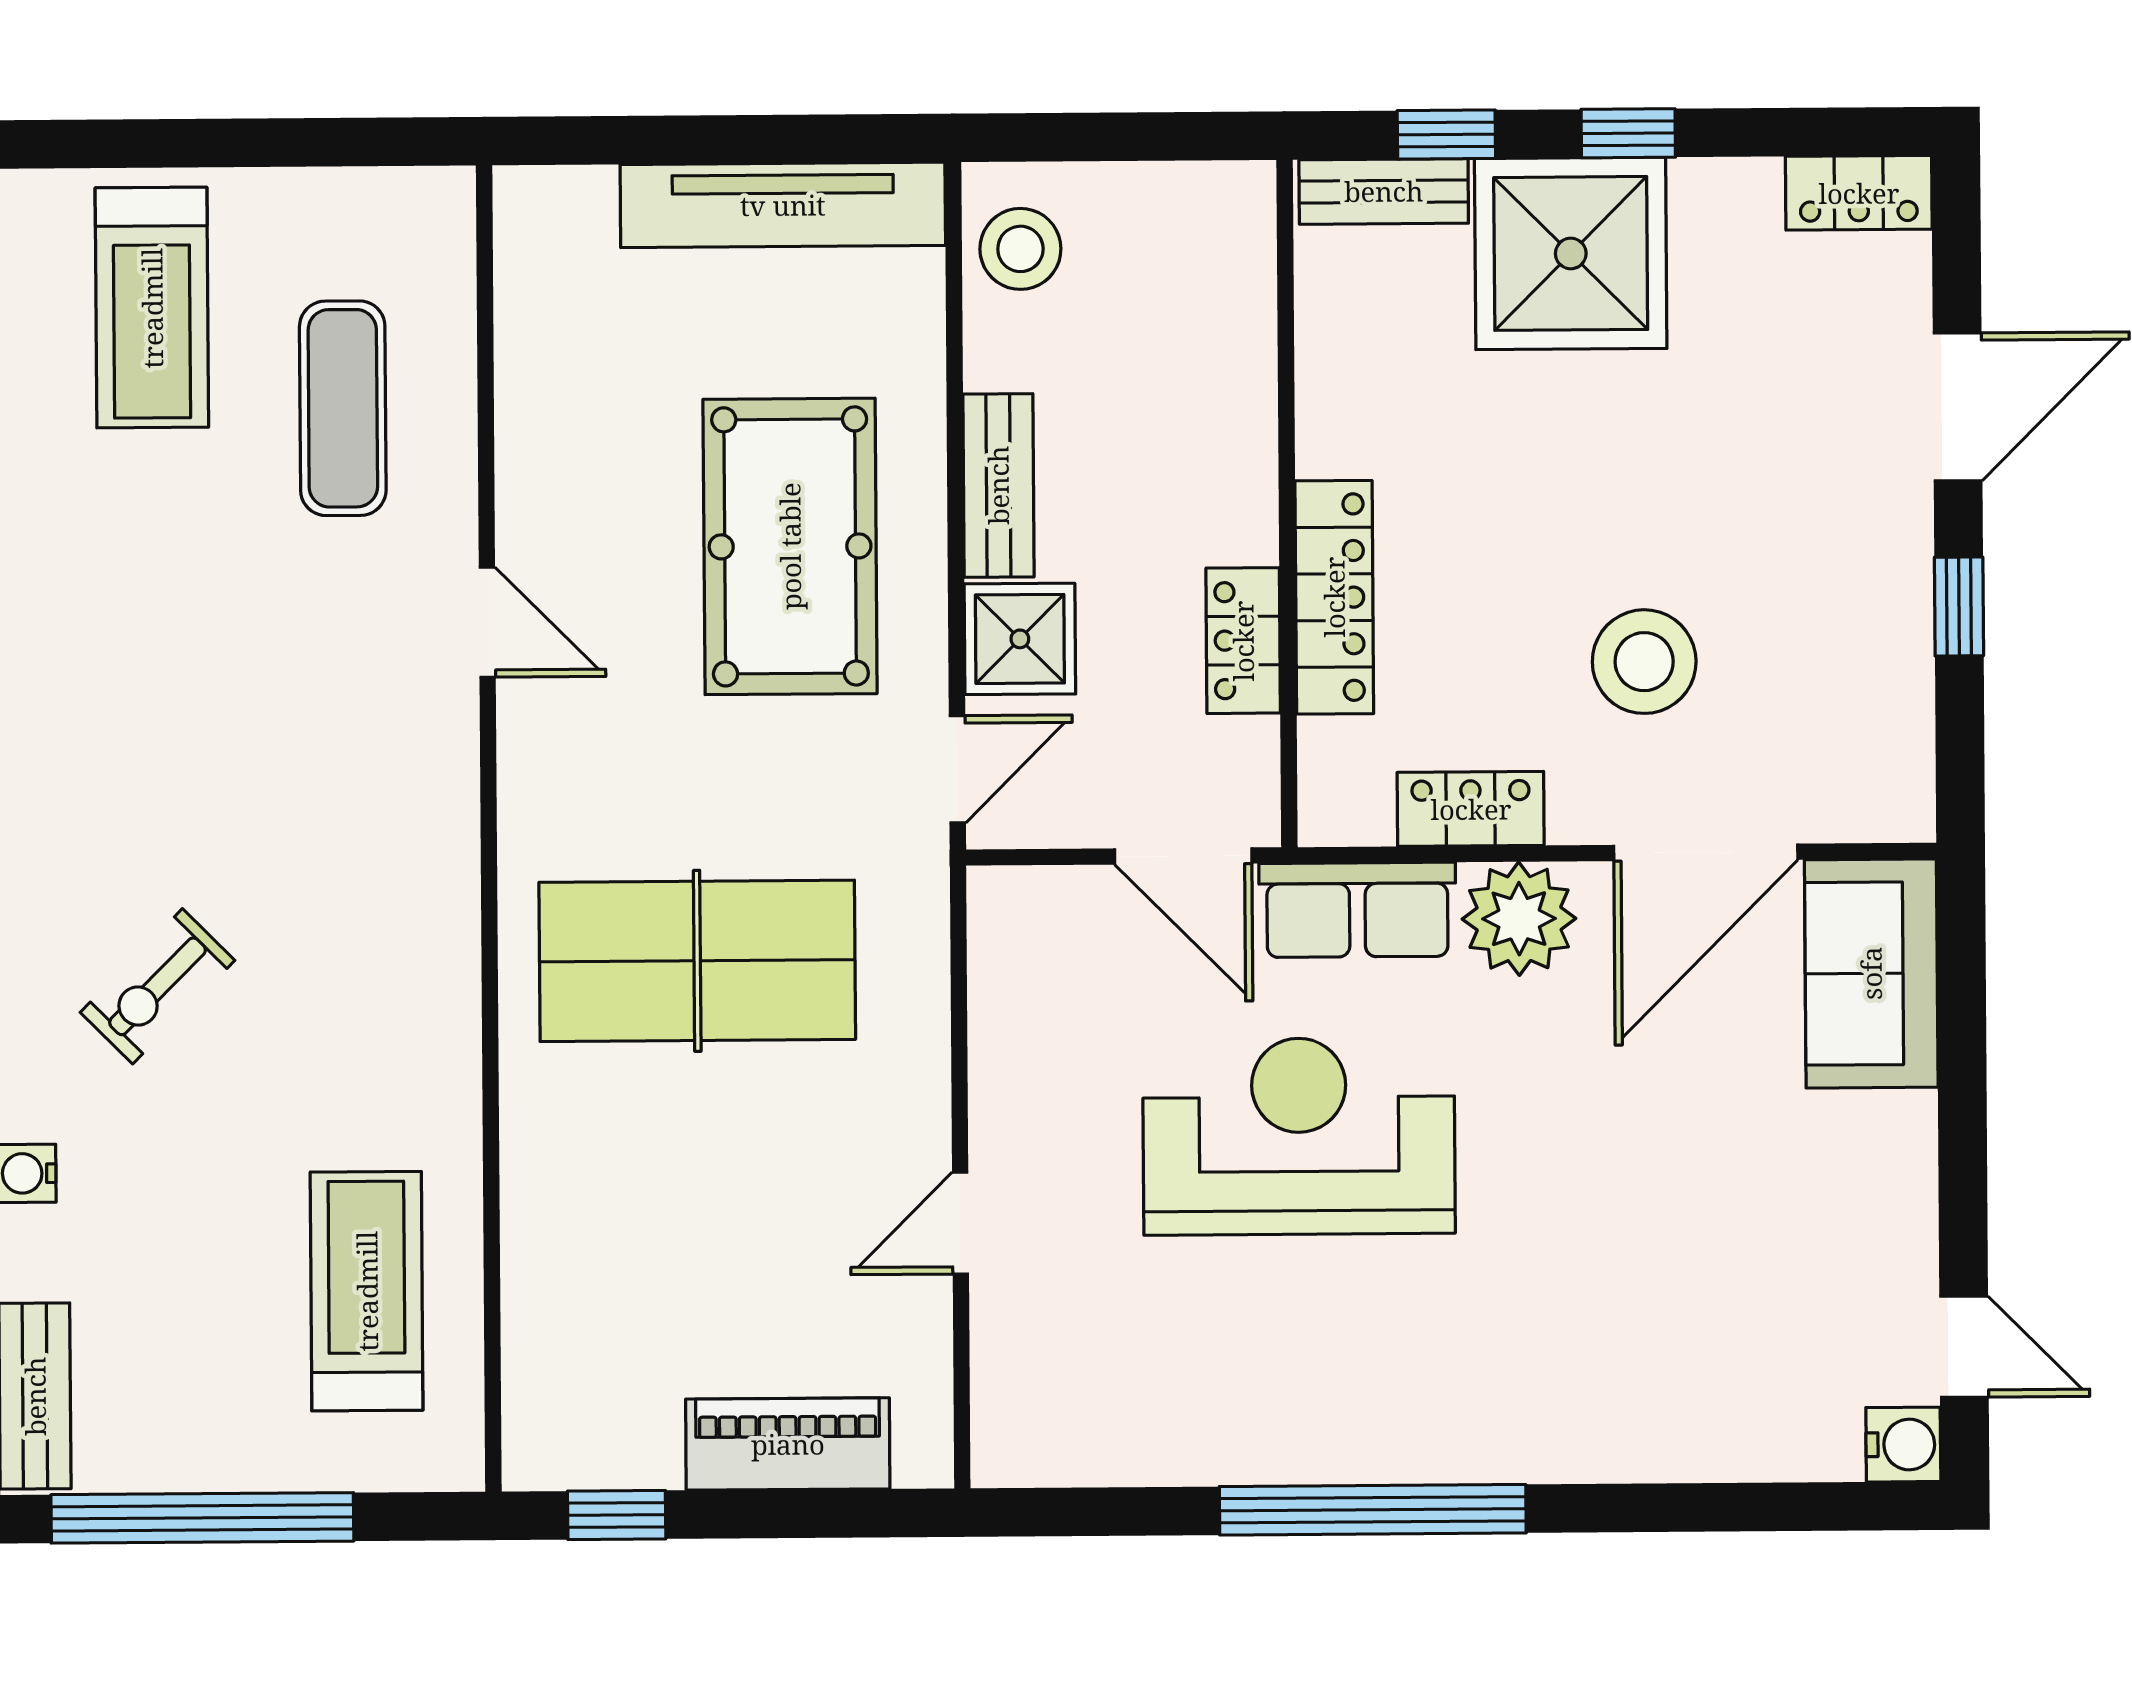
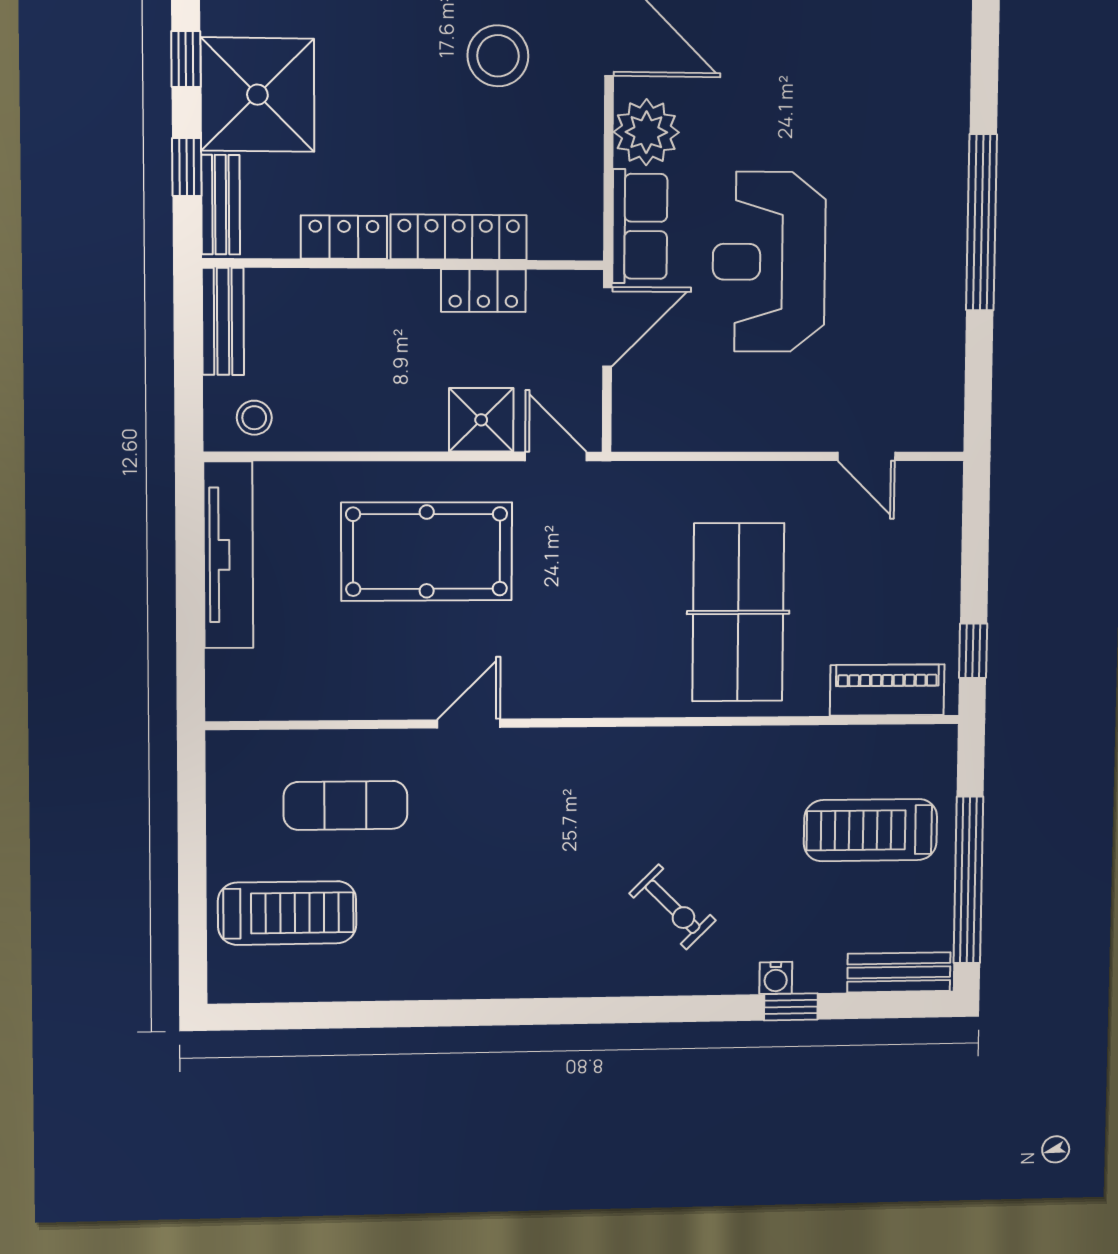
stool: (1020, 249) -> (254, 418), width x0.73, depth x0.73
bench: (998, 485) -> (223, 321), moved, turned 90
locker: (1471, 809) -> (344, 237), moved, turned 90
table tennis table: (697, 961) -> (738, 612), moved
door: (960, 1223) -> (866, 456), moved
treadmill: (367, 1291) -> (871, 830), moved
piano: (788, 1444) -> (887, 690), moved, turned 90

